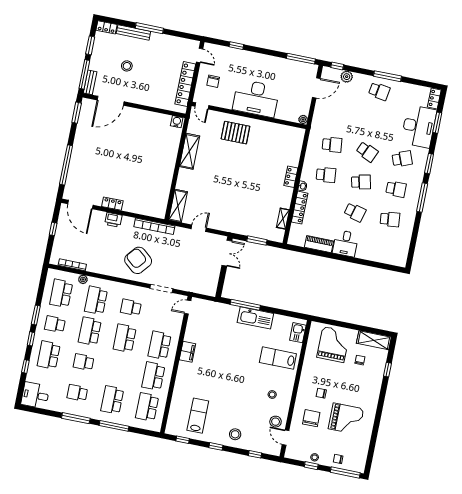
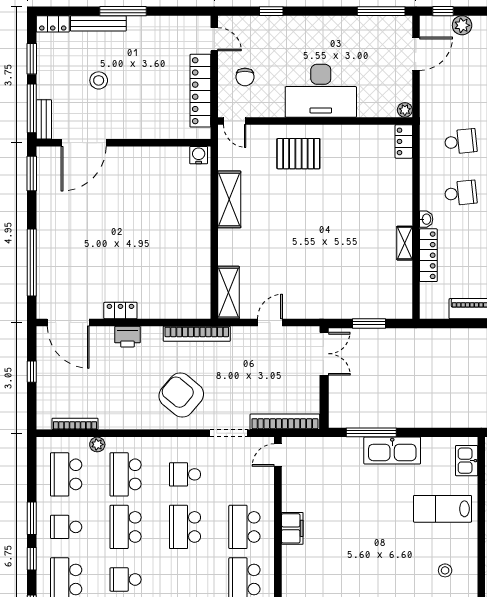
locker: (291, 177) -> (404, 141), moved
shelving: (283, 219) -> (405, 243), moved
bookcase: (196, 288) -> (285, 422), added

